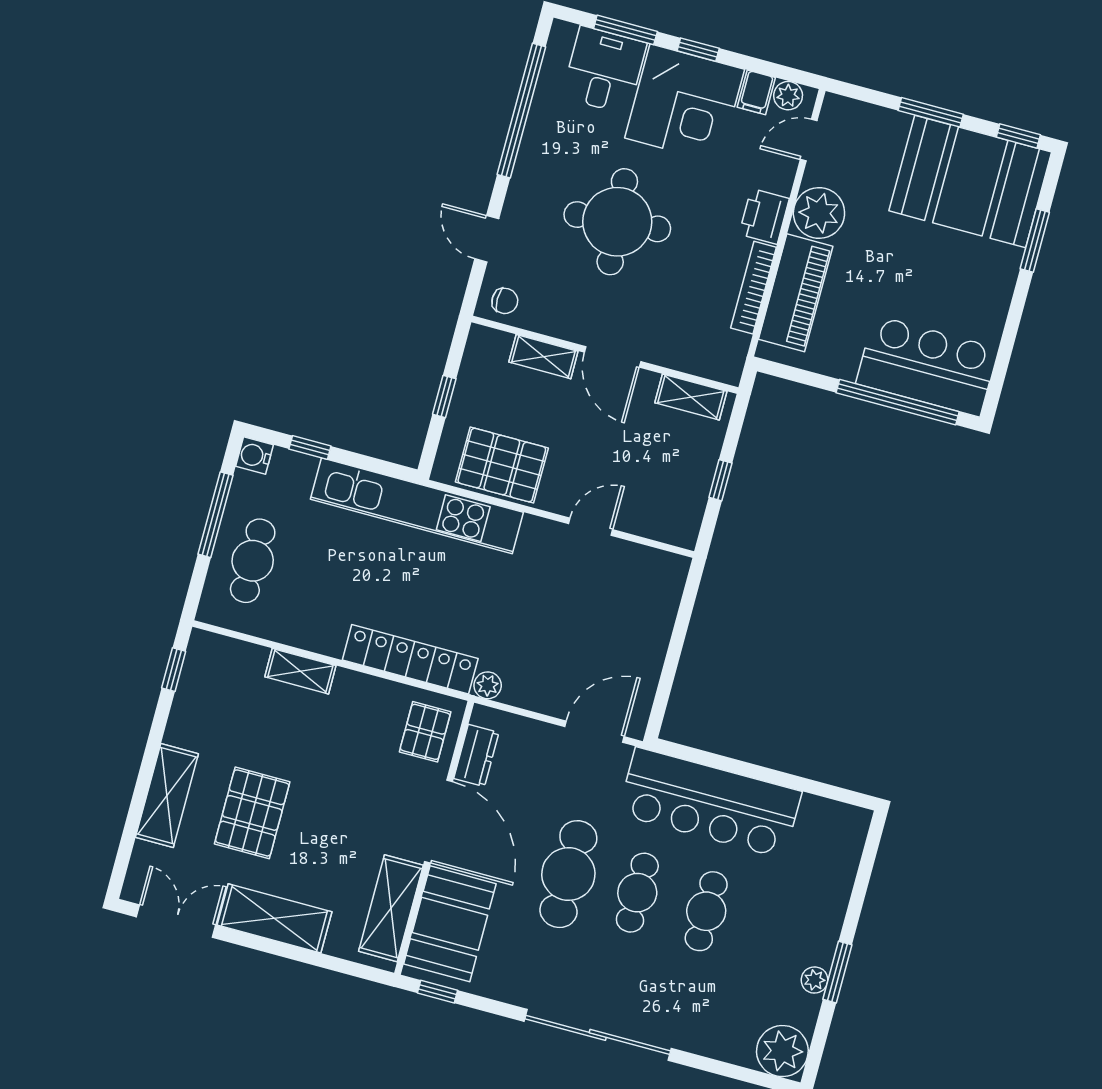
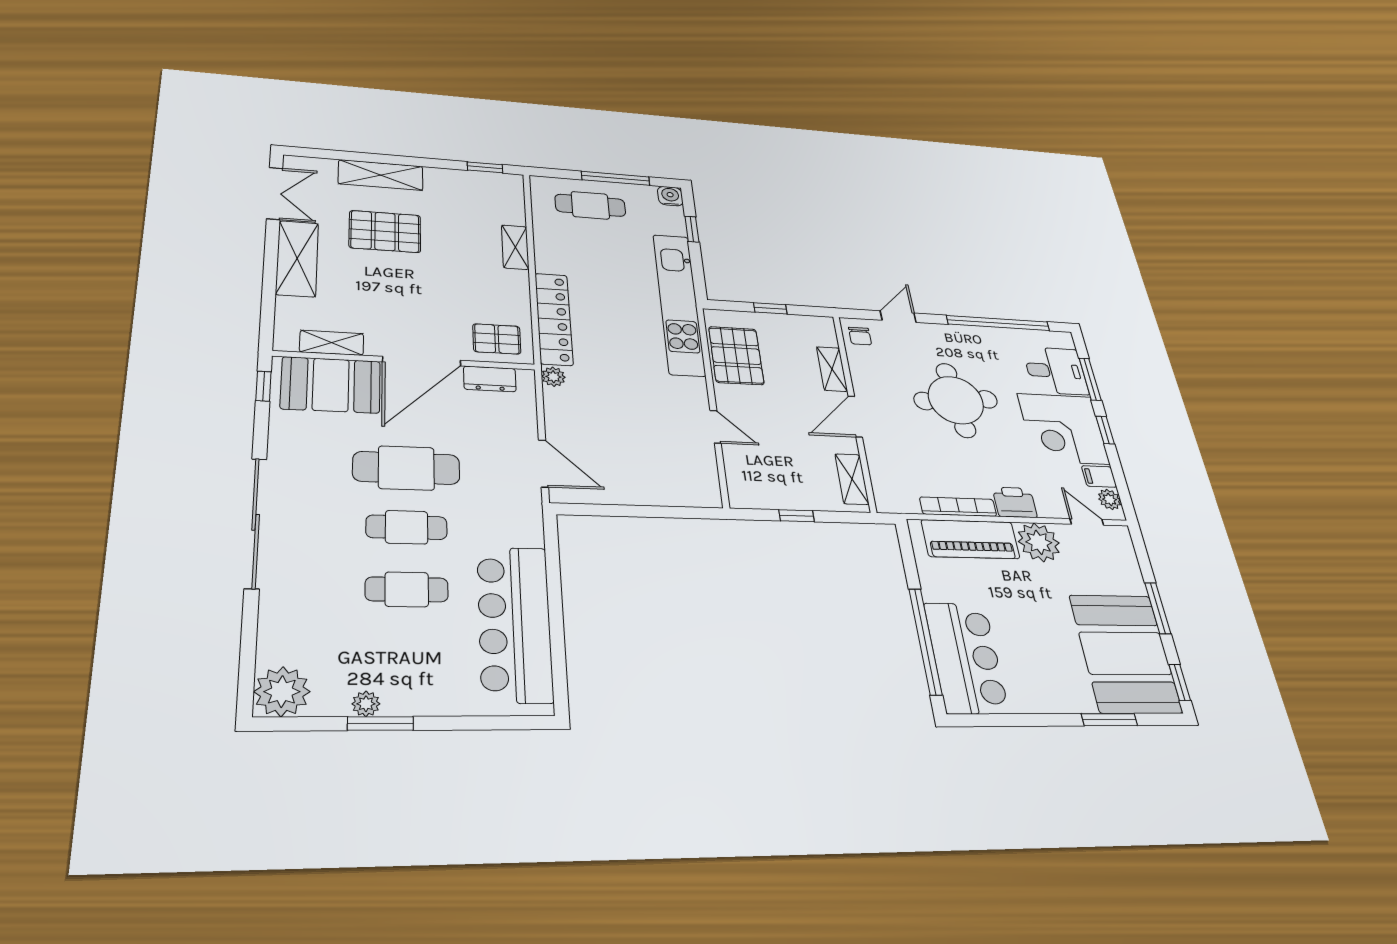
bar counter: (710, 803) -> (515, 624), moved
shelving: (391, 908) -> (332, 343), width x0.67, depth x0.75

